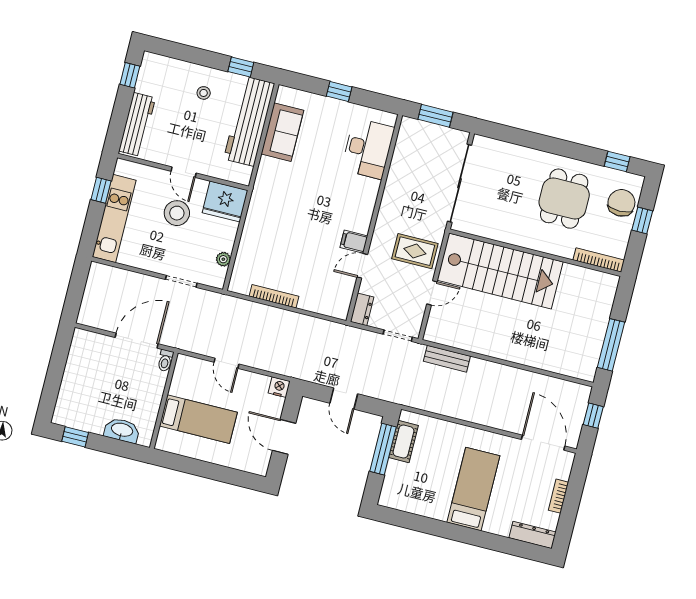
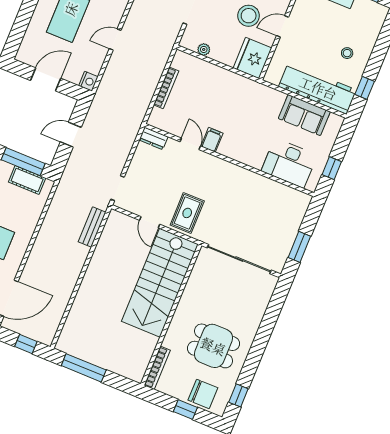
desk: (368, 149) -> (289, 163), moved
wall: (374, 218) -> (229, 160), moved
filing cabinet: (354, 242) -> (212, 140), moved
door: (362, 266) -> (190, 144), moved
dresser: (362, 309) -> (154, 138), moved

